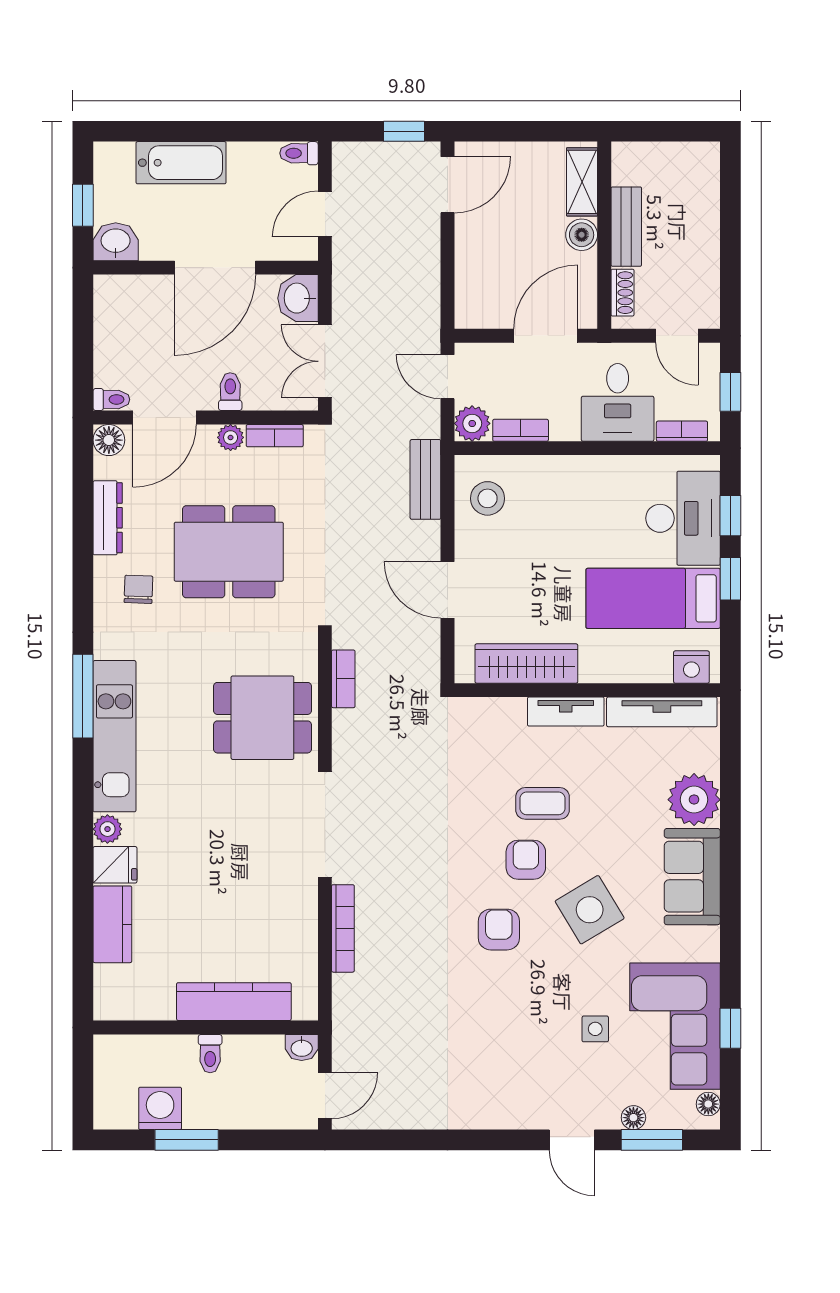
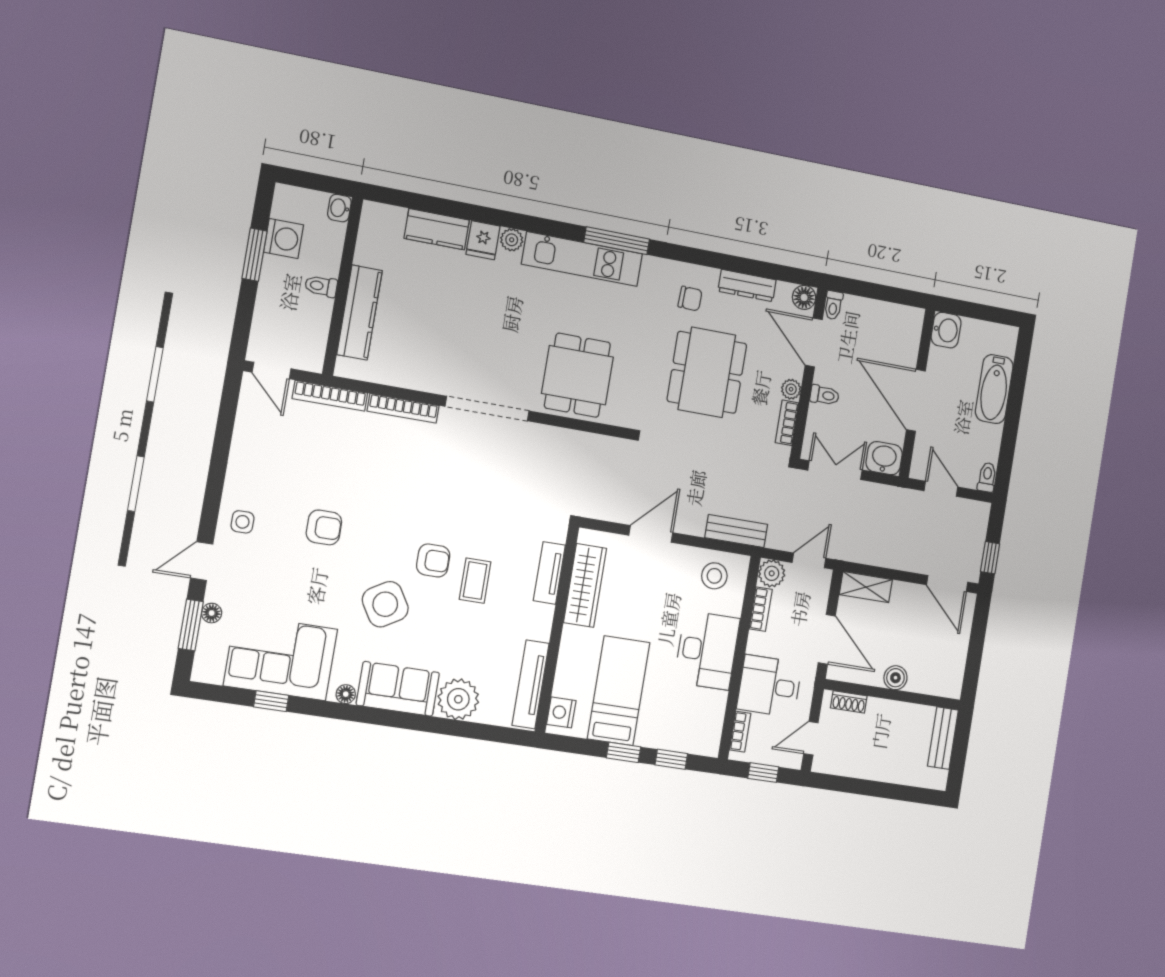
shelving: (582, 182) -> (866, 587), moved
window: (83, 205) -> (976, 311), removed
bench: (626, 227) -> (943, 738), moved, turned 90
desk: (683, 518) -> (707, 650), moved, turned -90
bookcase: (343, 679) -> (330, 396), moved, width x1.56
tv unit: (566, 712) -> (549, 573), moved
armchair: (499, 930) -> (324, 527), moved
side table: (595, 1029) -> (242, 522), moved
washbasin: (302, 1048) -> (339, 208), moved
floor lamp: (708, 1104) -> (346, 694), moved

